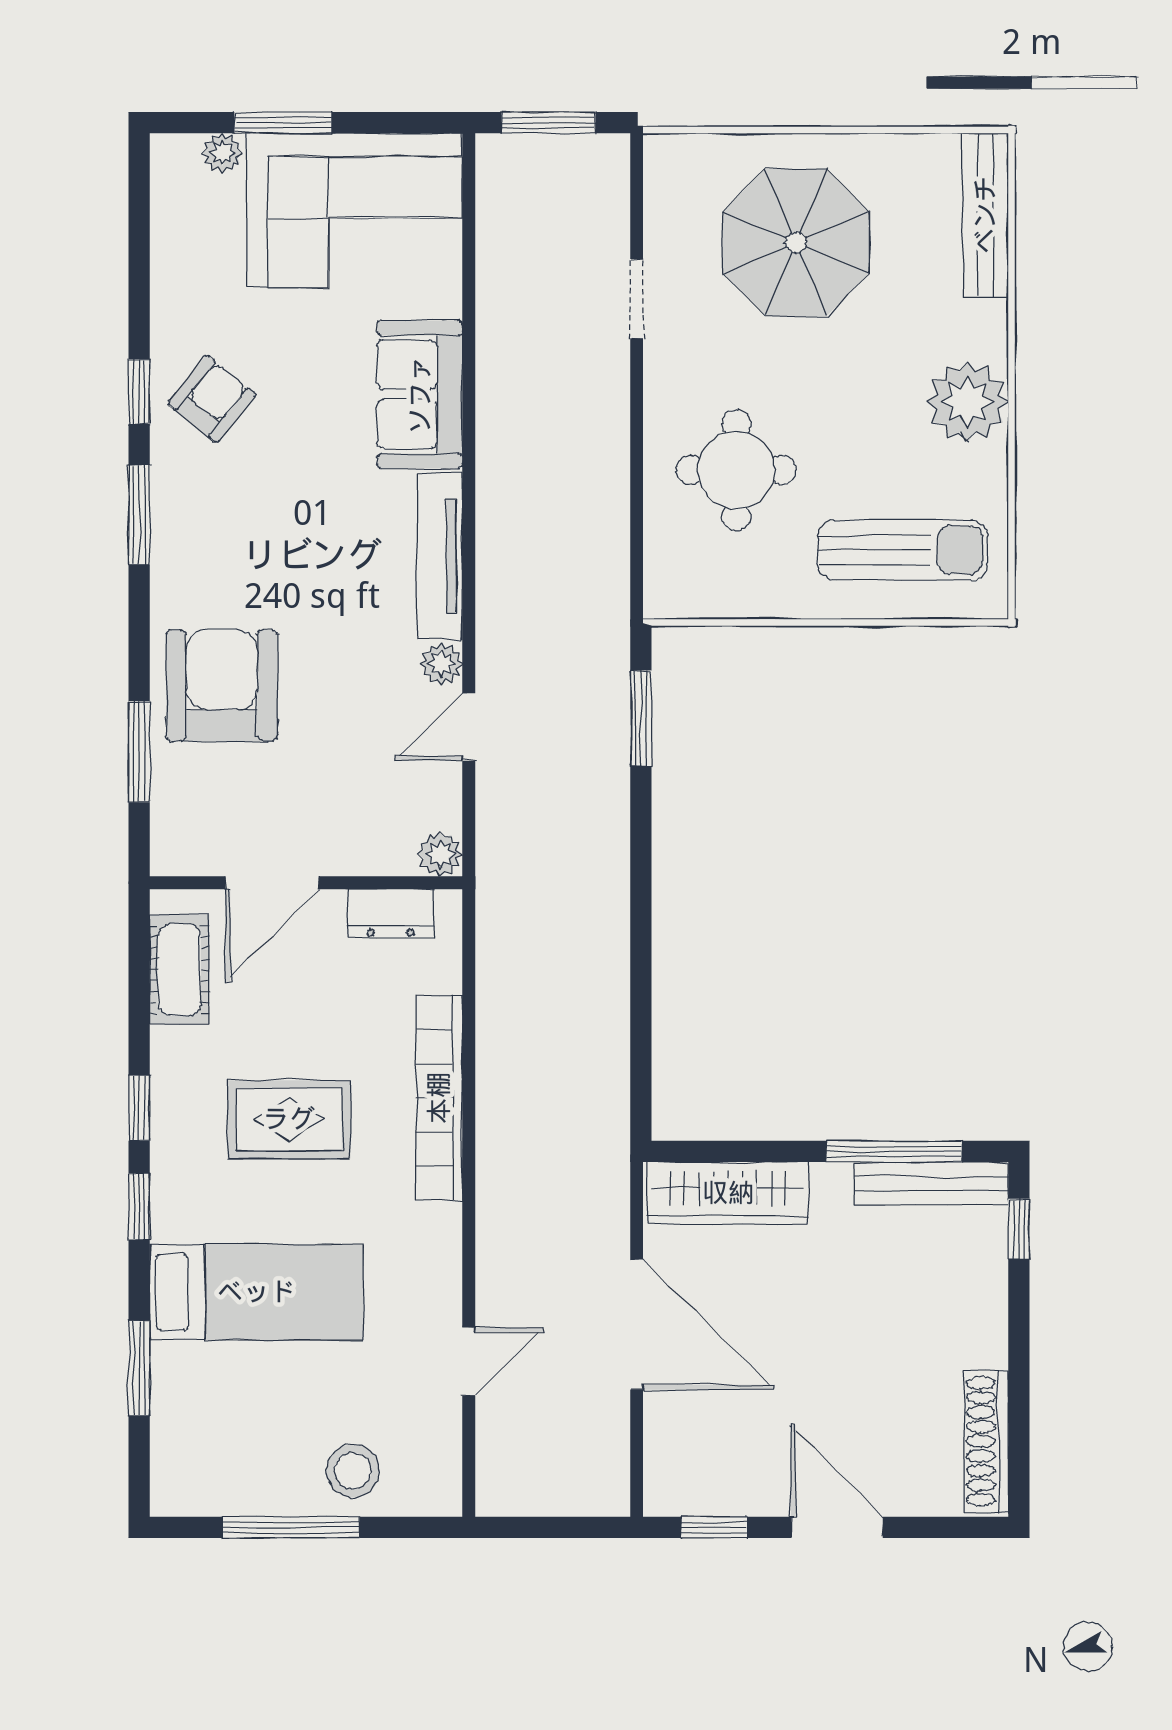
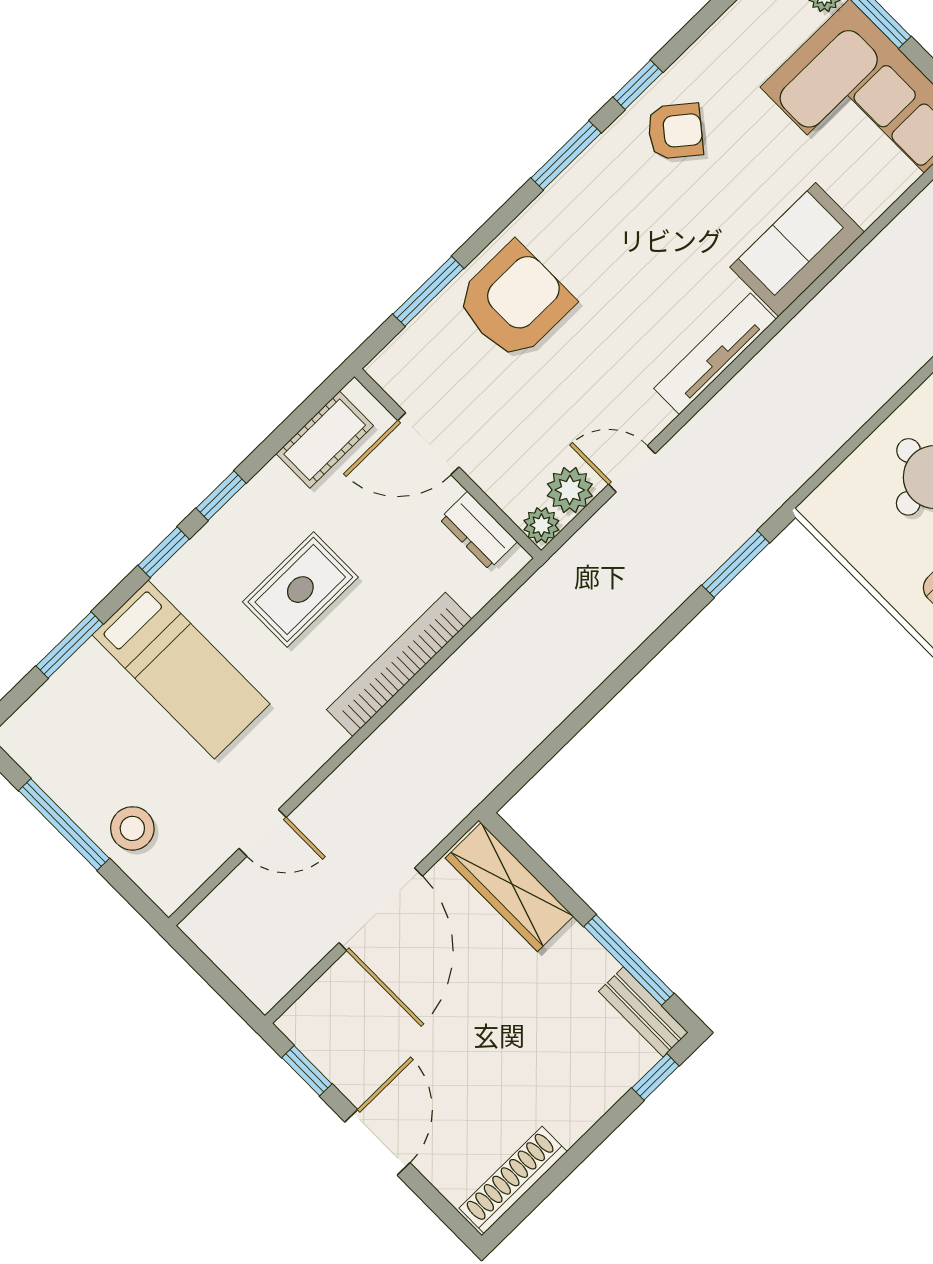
plant: (442, 664) -> (570, 490), moved, width x1.38, depth x1.38
rug: (289, 1119) -> (300, 590), turned 90
bench: (931, 1184) -> (643, 1012), width x0.73

